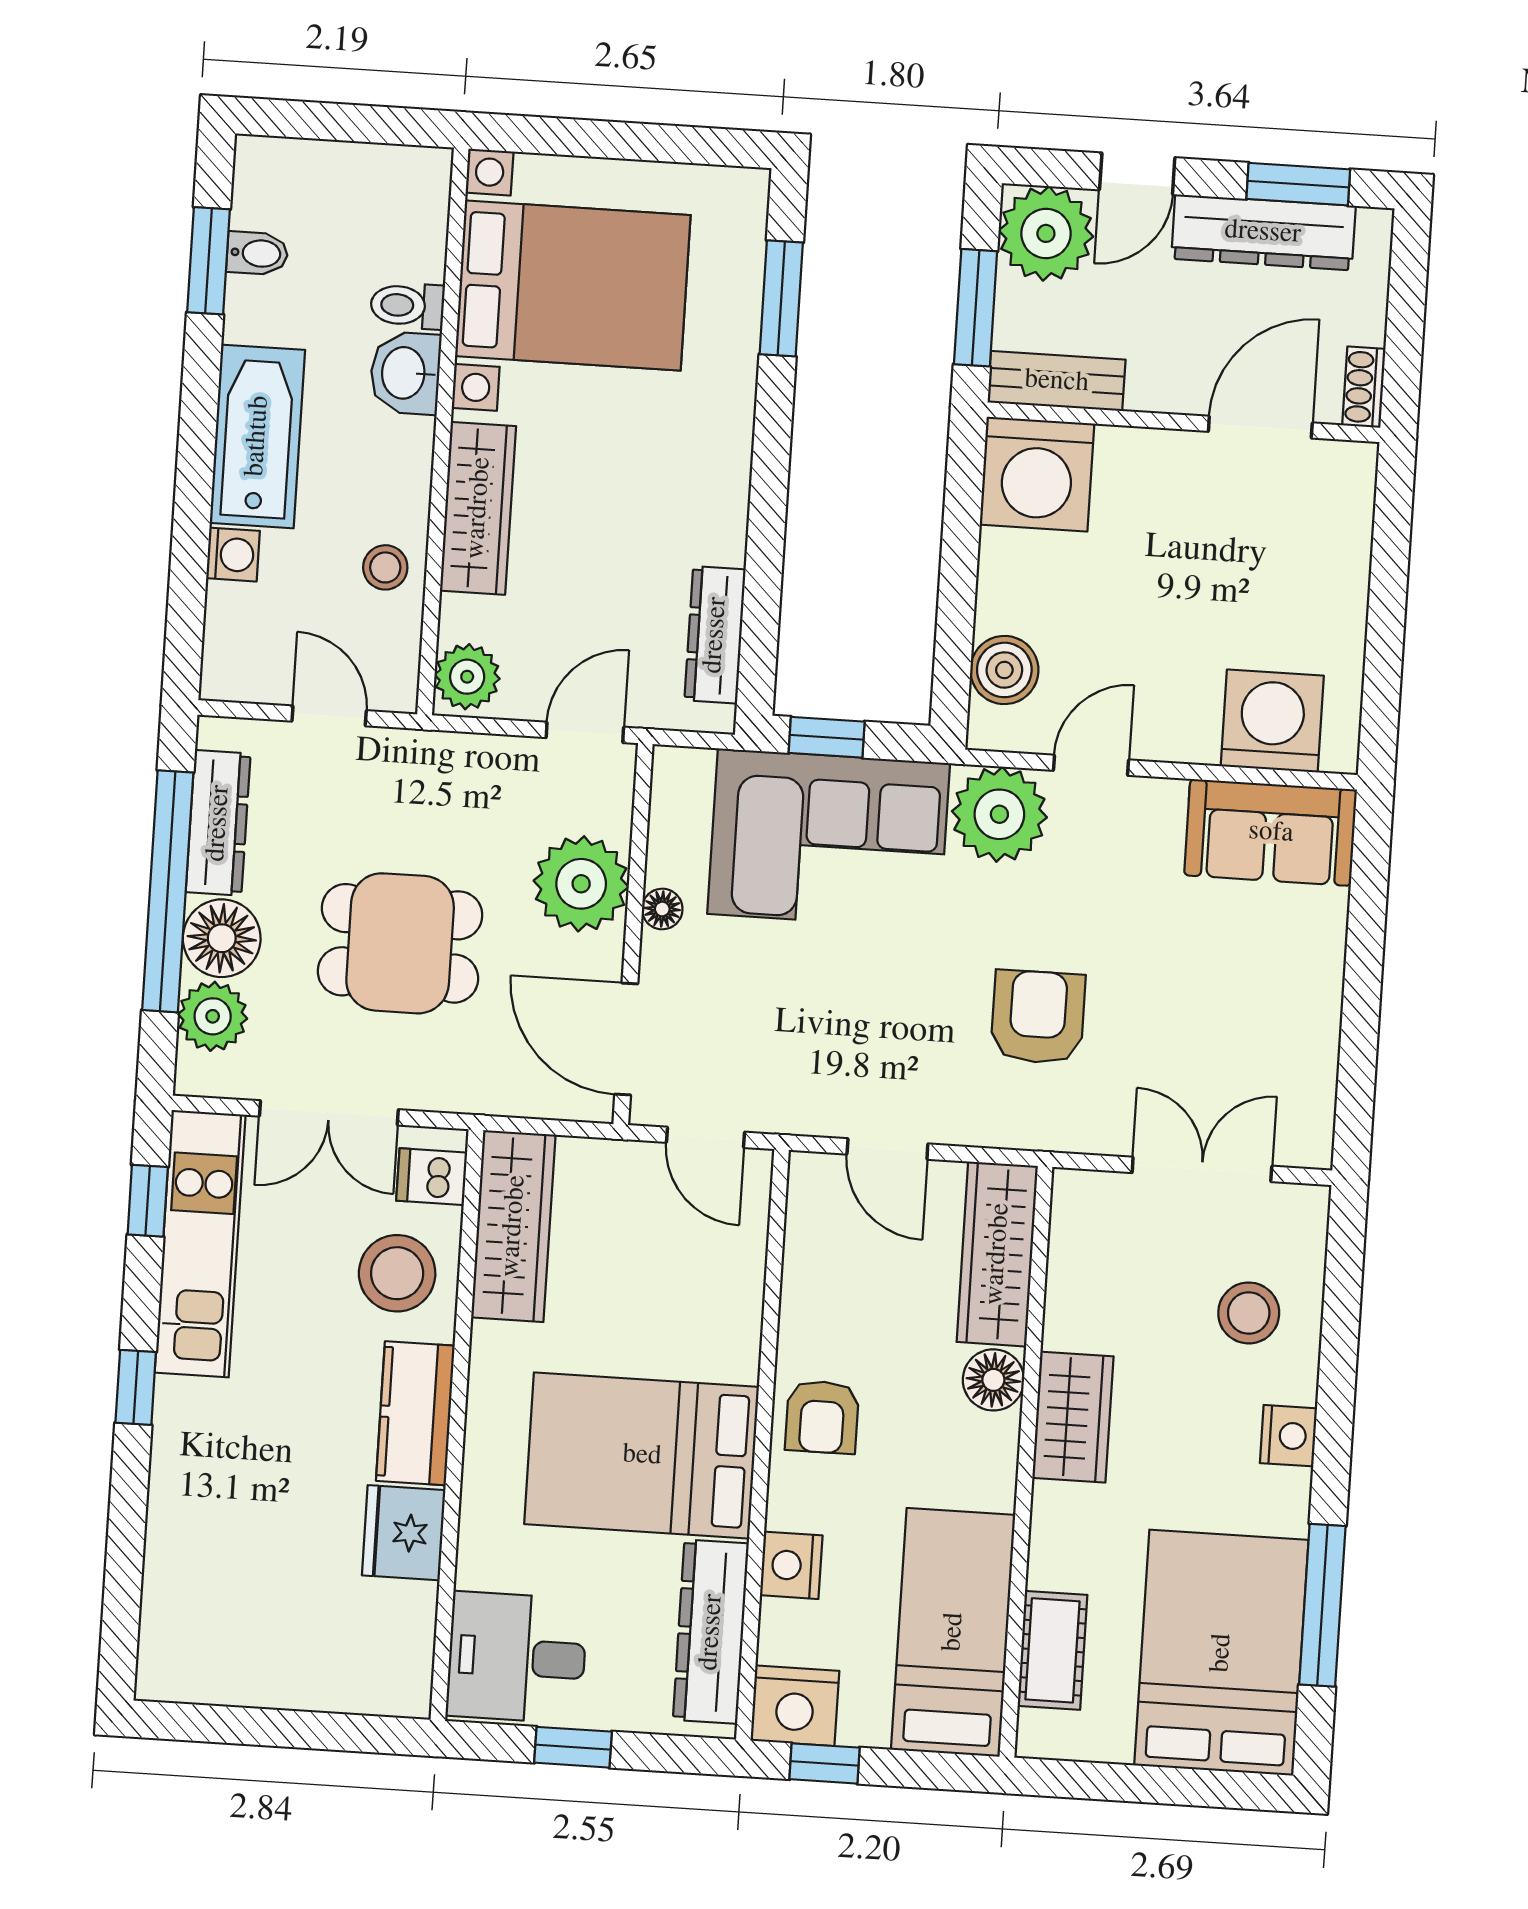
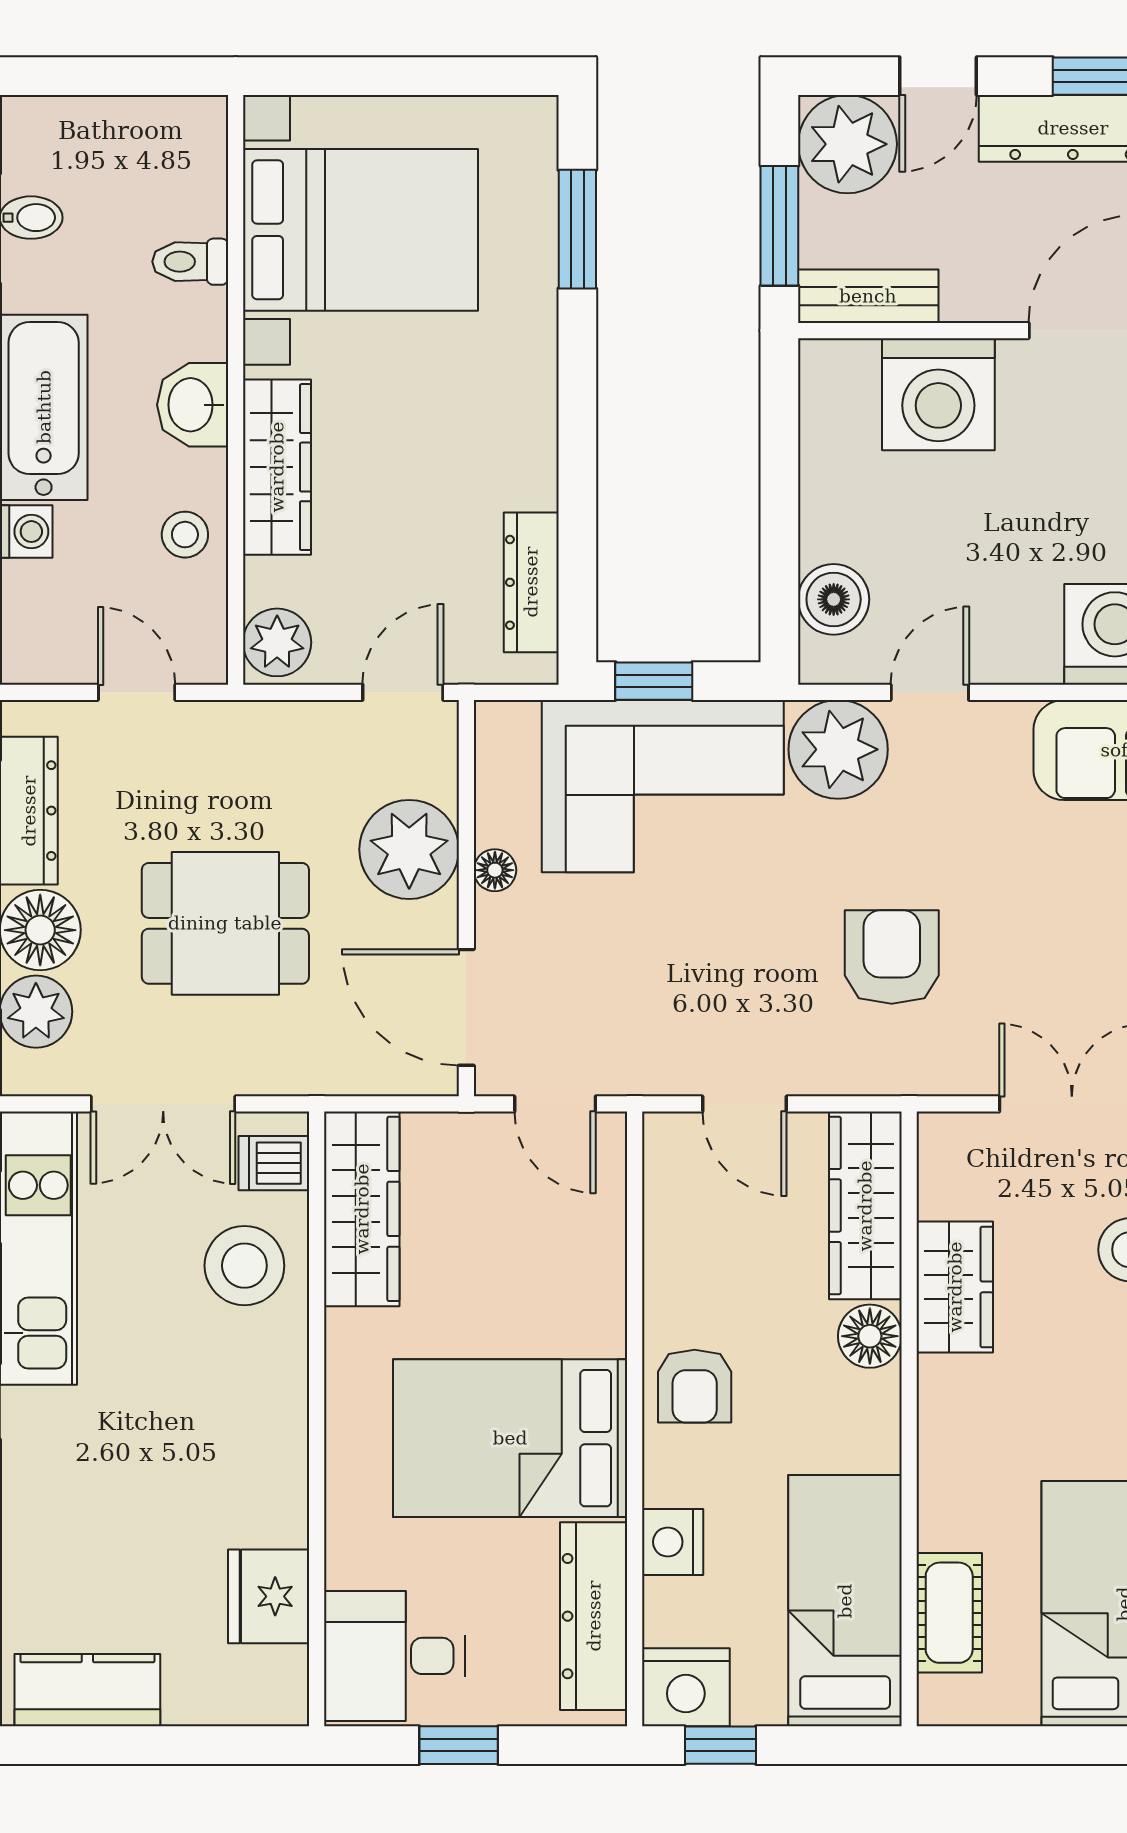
washbasin: (405, 373) -> (193, 405), moved
washing machine: (1037, 474) -> (938, 394), moved
kitchen counter: (415, 1413) -> (87, 1690), moved, turned 90
wardrobe: (1073, 1417) -> (955, 1287), moved
fridge: (404, 1533) -> (269, 1596), moved

